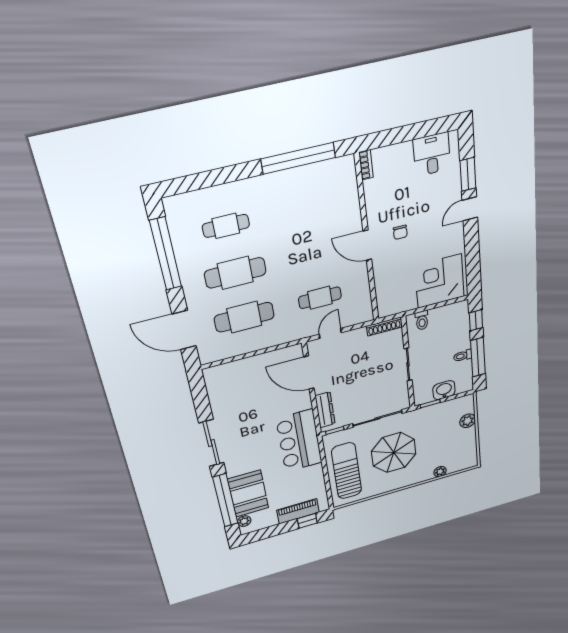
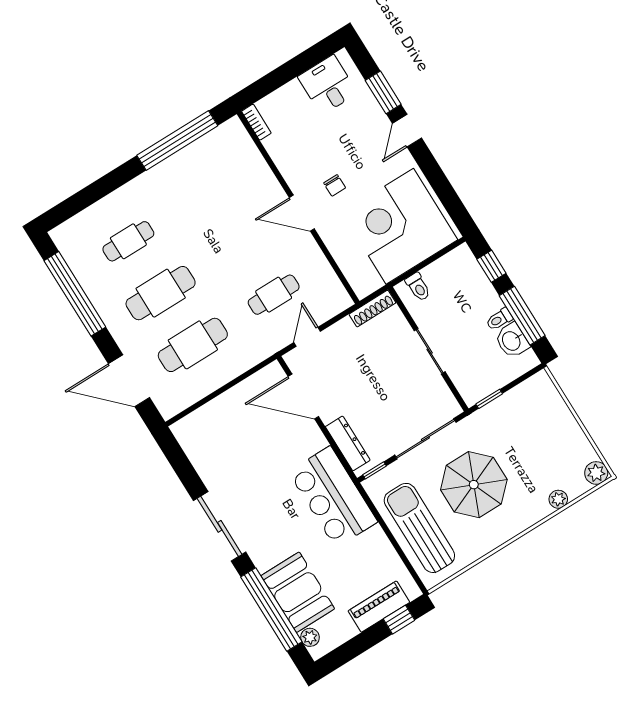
corner desk: (440, 281) -> (400, 226), width x1.36, depth x1.36
washbasin: (444, 390) -> (512, 341), moved, turned -90
plant: (468, 421) -> (596, 473), moved

